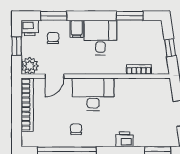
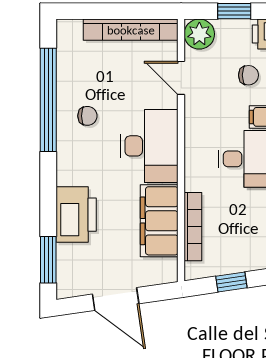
bookcase: (139, 69) -> (193, 227), width x1.56
filing cabinet: (135, 89) -> (159, 221), added
printer: (125, 139) -> (76, 215), width x1.87, depth x1.48

